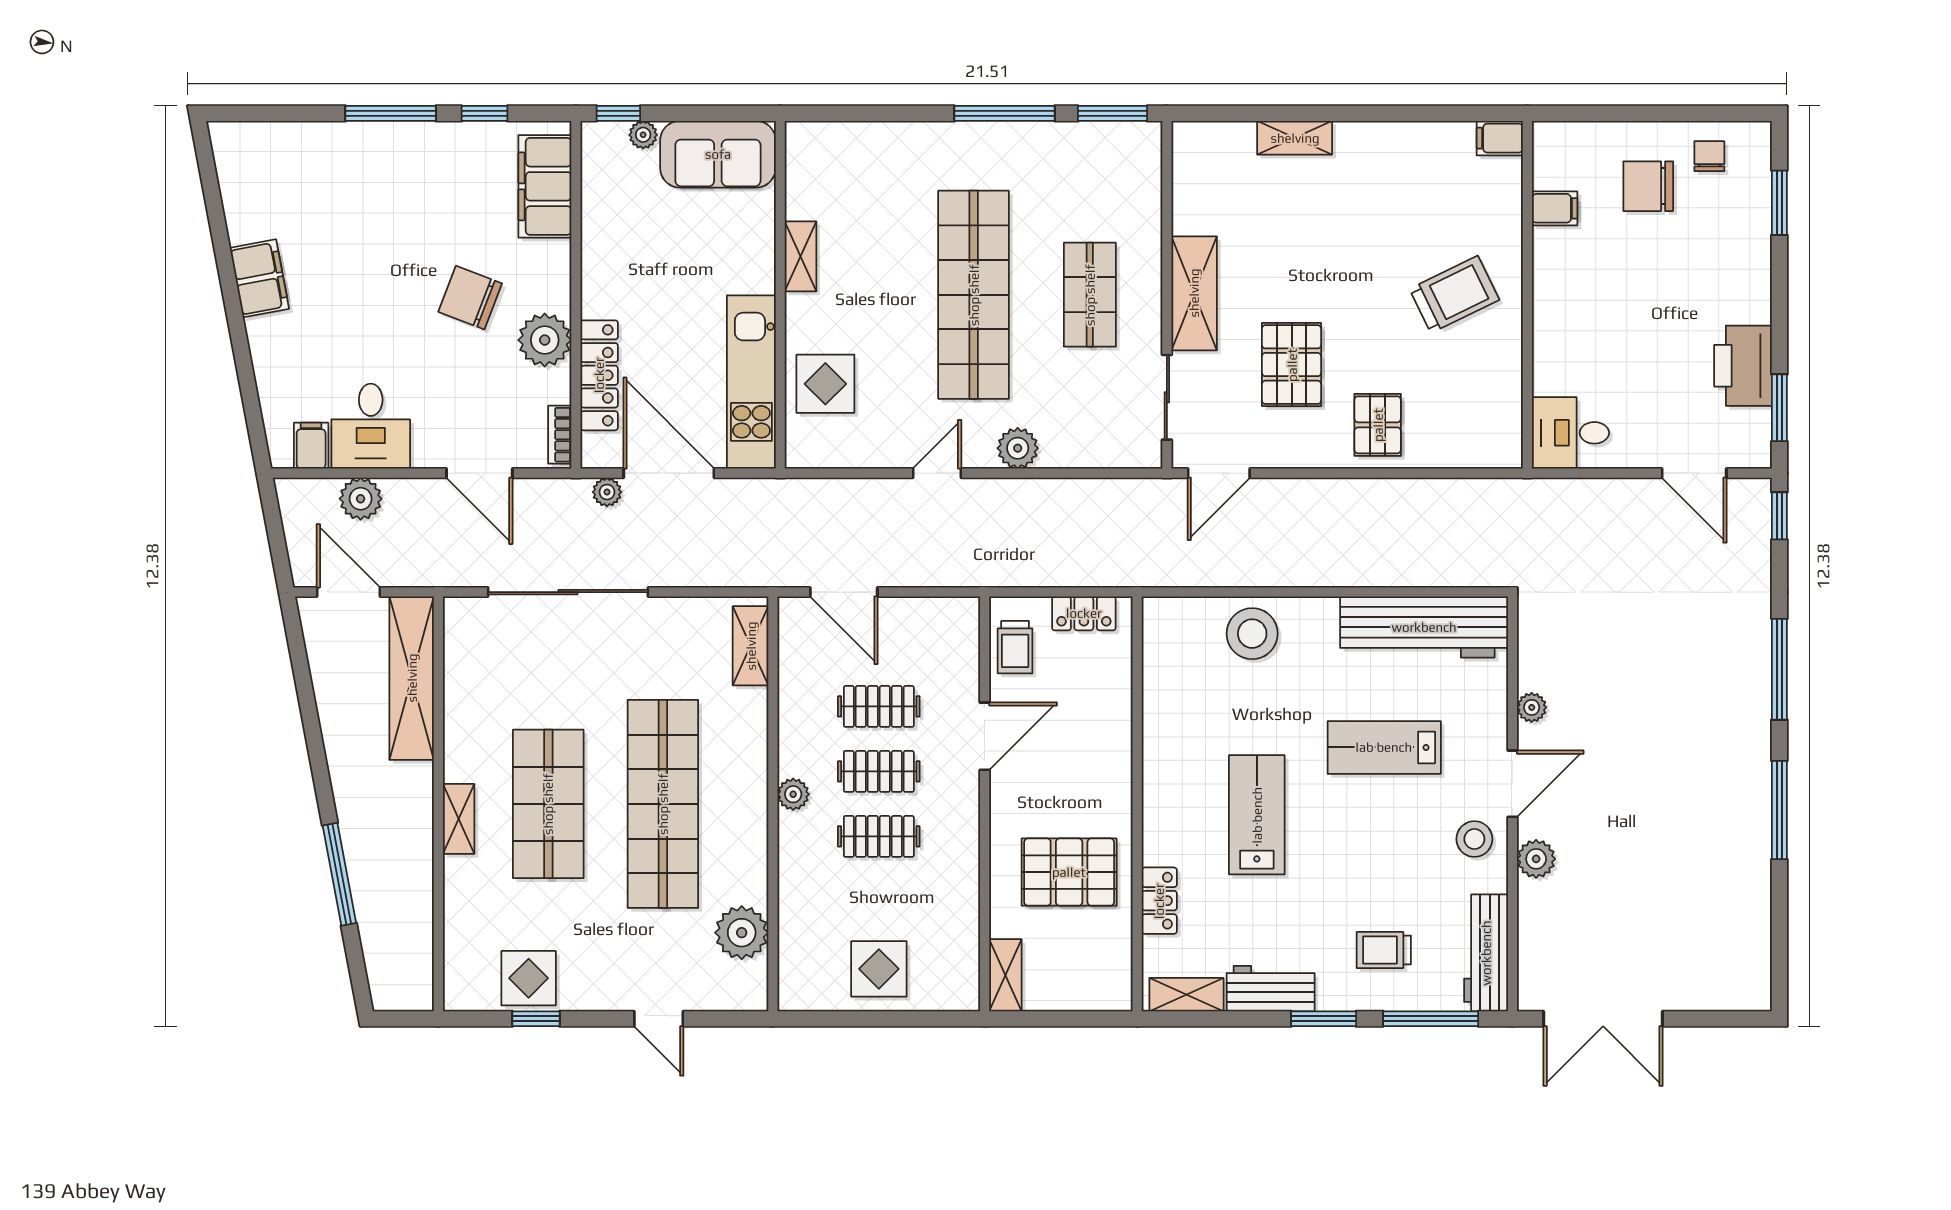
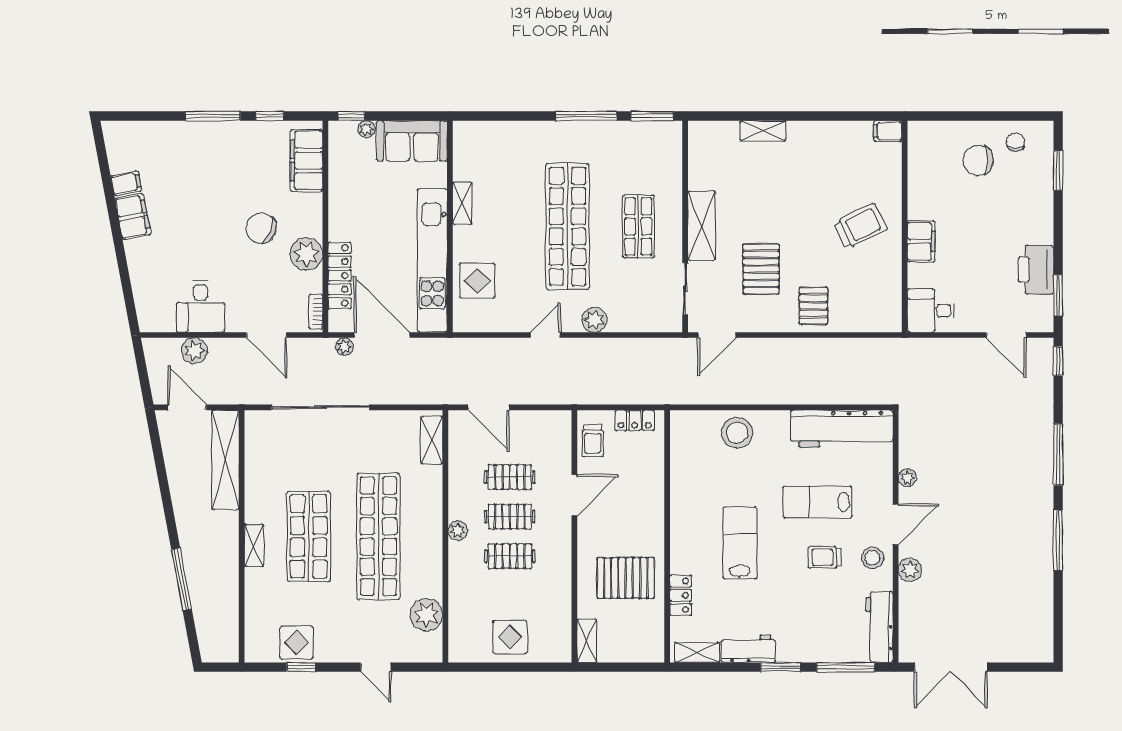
filing cabinet: (1555, 208) -> (921, 241), moved, width x2.00
kitchen unit: (751, 382) -> (432, 260), width x1.36
filing cabinet: (311, 446) -> (126, 183), moved, turned 79
trolley: (1384, 950) -> (825, 557), moved

